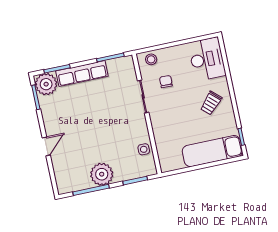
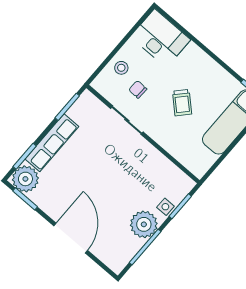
stool: (151, 59) -> (121, 68), moved
trolley: (211, 103) -> (182, 103), moved
door: (46, 146) -> (71, 238), width x1.87
side table: (144, 149) -> (165, 207), moved

